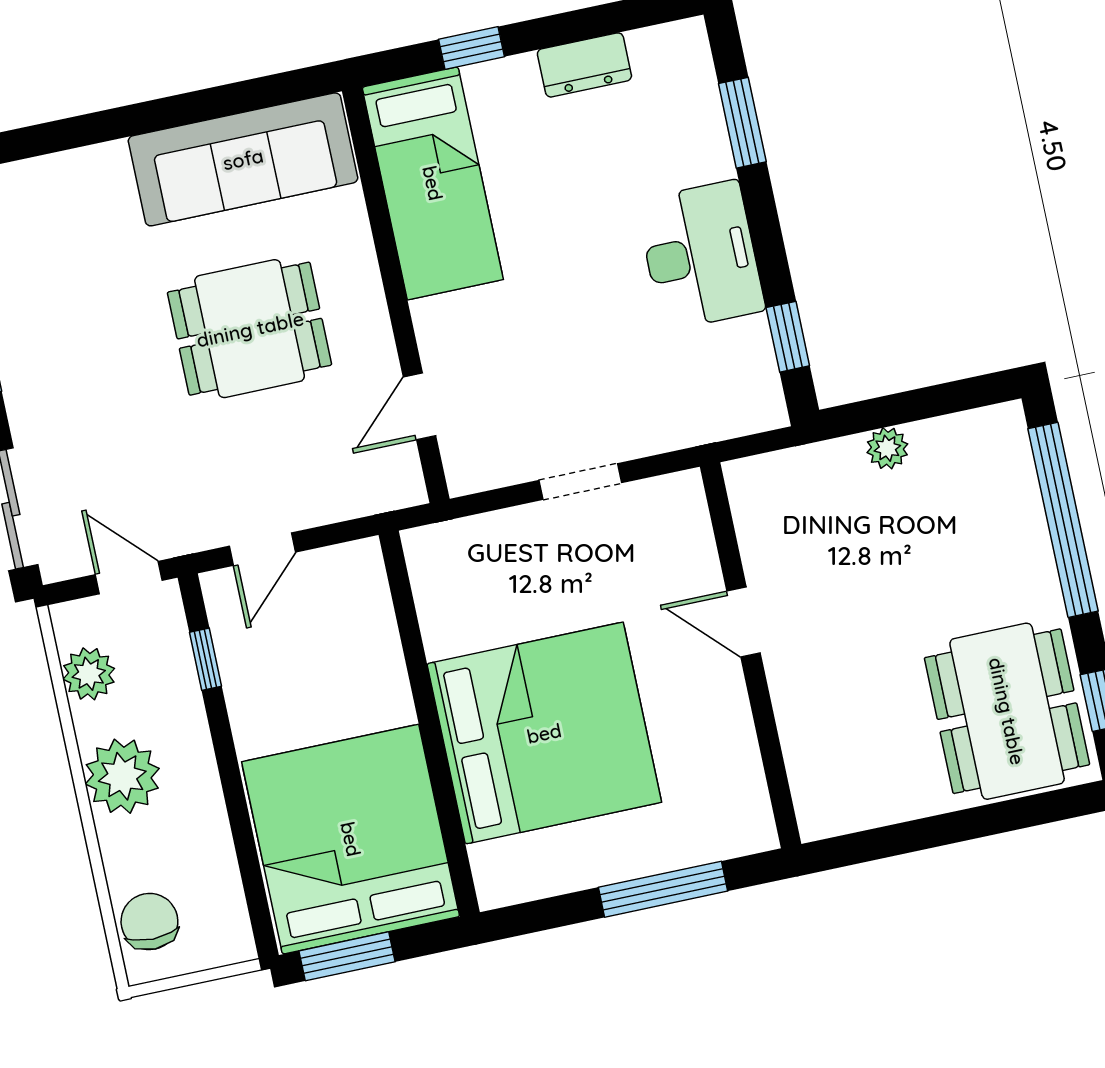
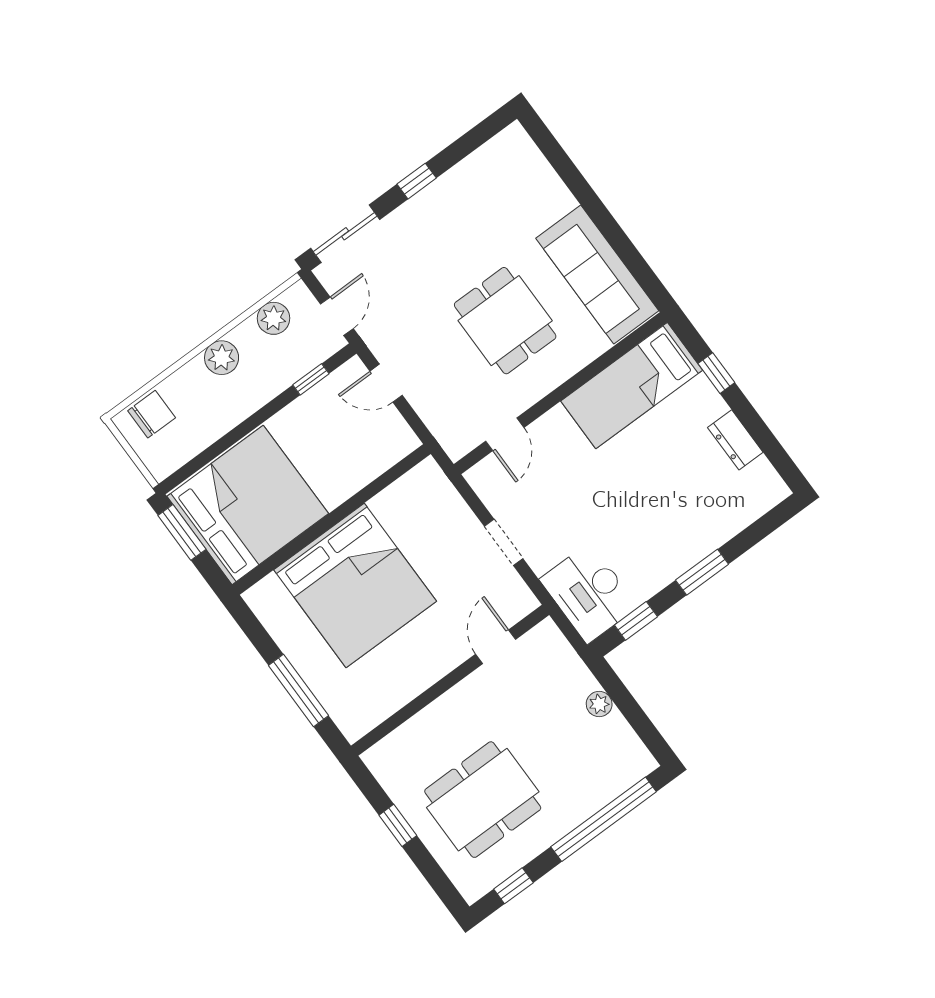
window: (742, 123) -> (702, 572), moved
desk: (701, 255) -> (589, 593), moved, turned 90
door: (419, 406) -> (505, 434), swing flipped
door: (743, 622) -> (496, 647), moved
dining table: (1007, 711) -> (483, 800), moved
plant: (122, 776) -> (222, 358), width x0.73, depth x0.73
window: (932, 832) -> (398, 825), added

